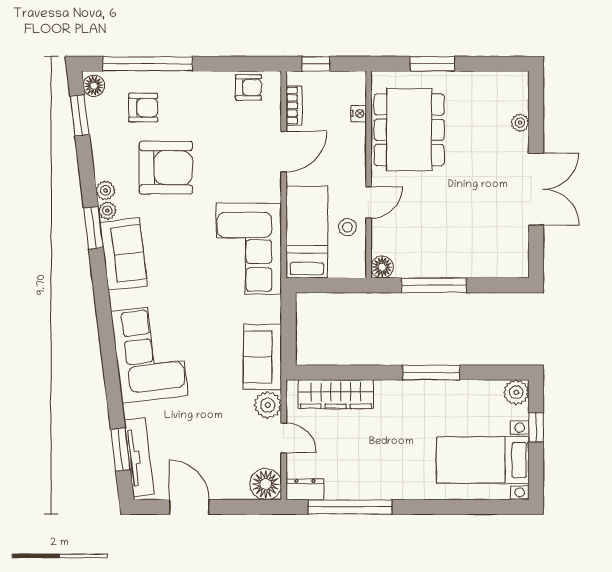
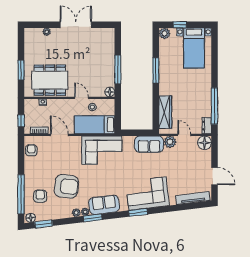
armchair: (166, 168) -> (66, 186), turned 97
door: (284, 438) -> (184, 135), hinge flipped
window: (120, 450) -> (138, 212), moved
door: (189, 507) -> (214, 176), swing flipped

